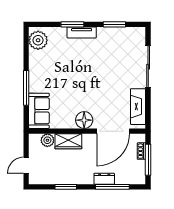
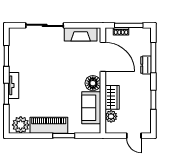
piano: (38, 71) -> (49, 125), added
window: (26, 88) -> (64, 136), width x0.69
sofa: (39, 111) -> (91, 108), moved, turned -90

